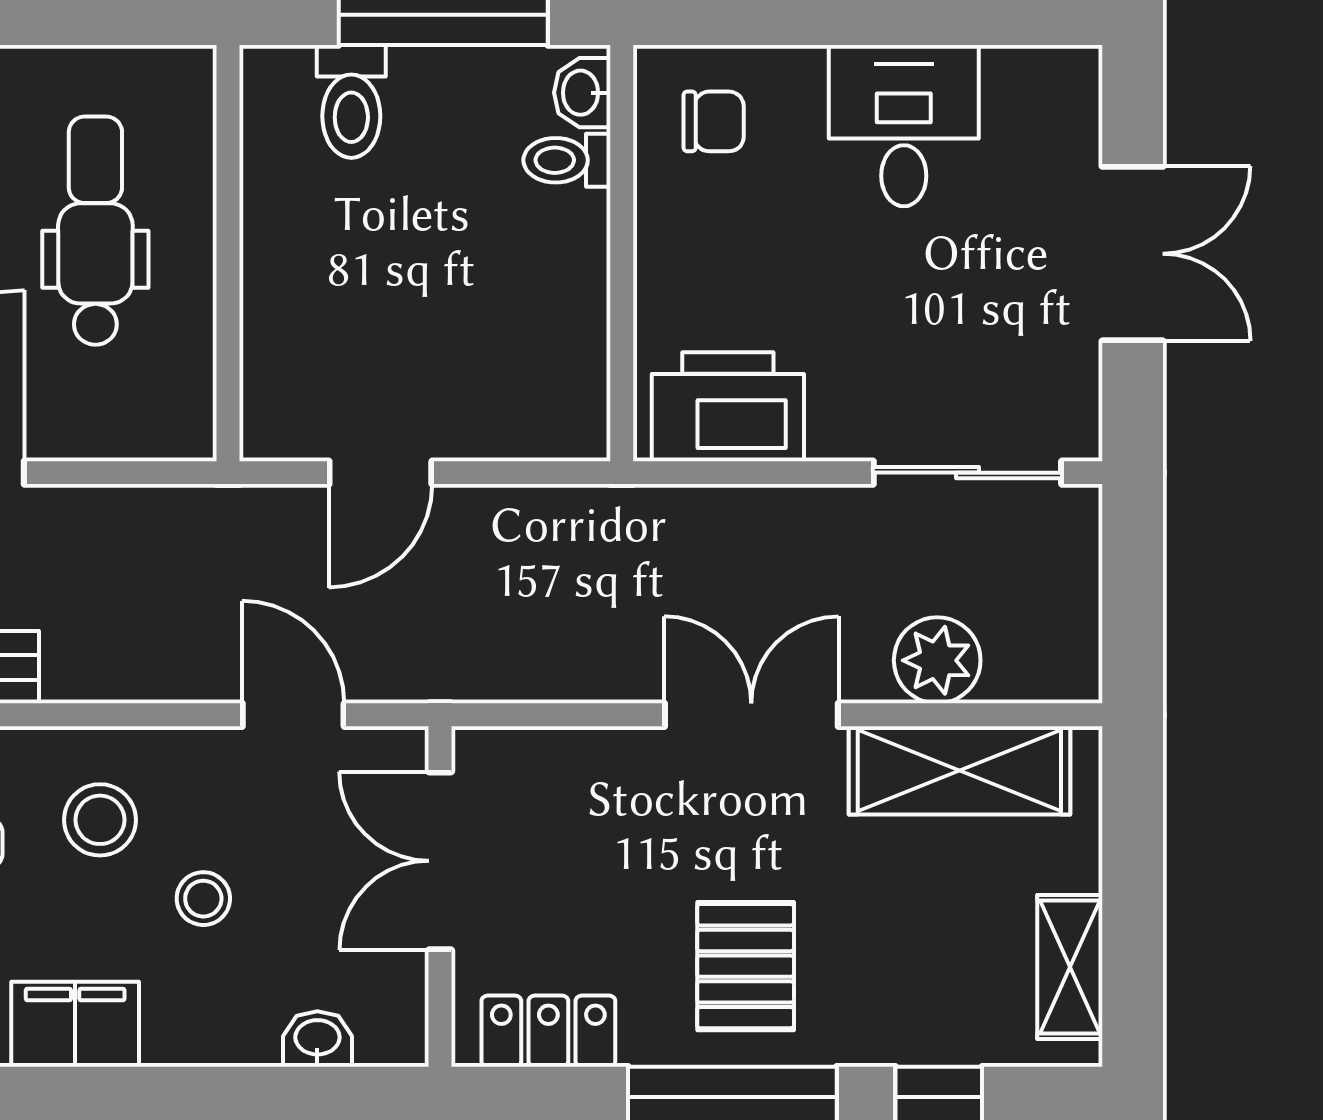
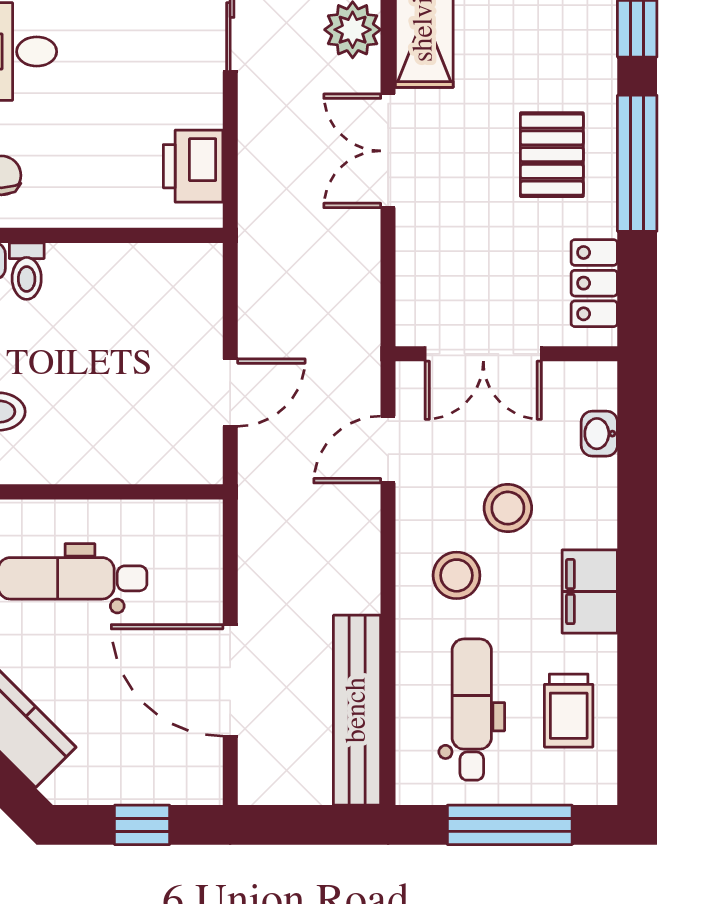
printer: (728, 407) -> (193, 166), width x0.73, depth x0.84
door: (380, 473) -> (230, 393), hinge flipped
stool: (203, 899) -> (508, 508), width x1.37, depth x1.37
pallet: (746, 966) -> (552, 155), turned 90

